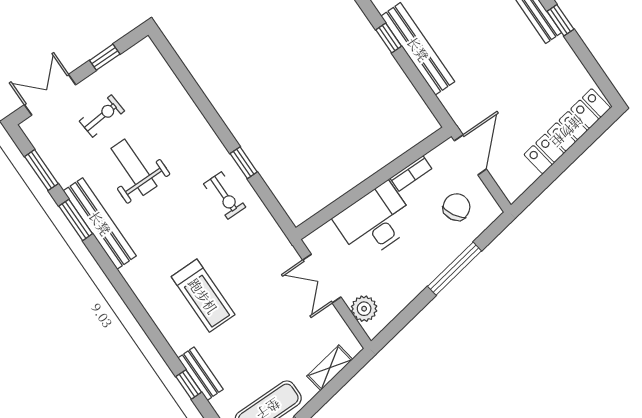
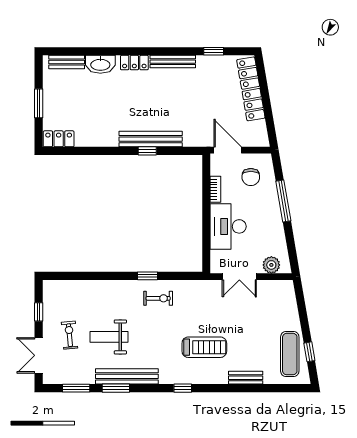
window: (560, 20) -> (214, 51), moved
window: (389, 38) -> (147, 151), moved
chair: (457, 207) -> (251, 177), turned -150
shelving: (330, 368) -> (291, 305), removed
window: (189, 384) -> (183, 388), moved

